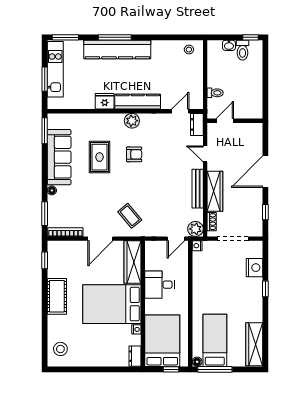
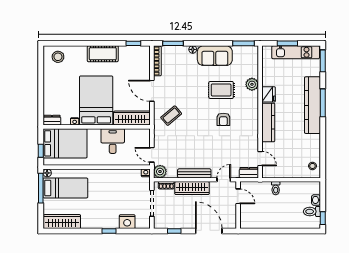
plant: (132, 121) -> (252, 84), moved
door: (225, 121) -> (238, 196), moved
wall: (235, 121) -> (238, 205), moved
sofa: (59, 157) -> (215, 56), width x0.73

